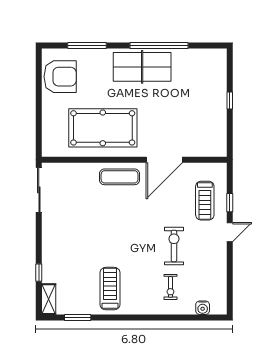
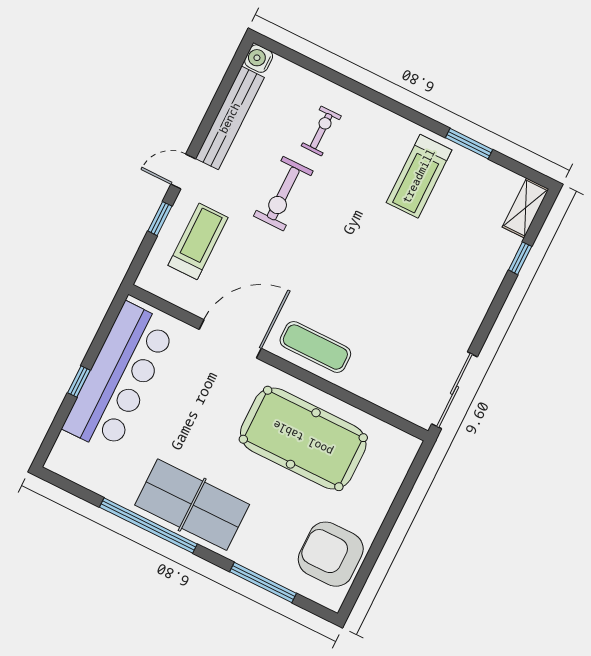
bar counter: (210, 113) -> (119, 377), added
bench: (220, 271) -> (230, 118), added
water cooler: (203, 308) -> (259, 59), moved, turned -90
window: (78, 317) -> (469, 144), moved

